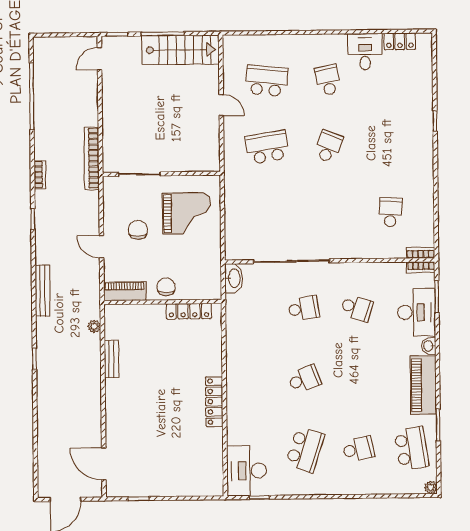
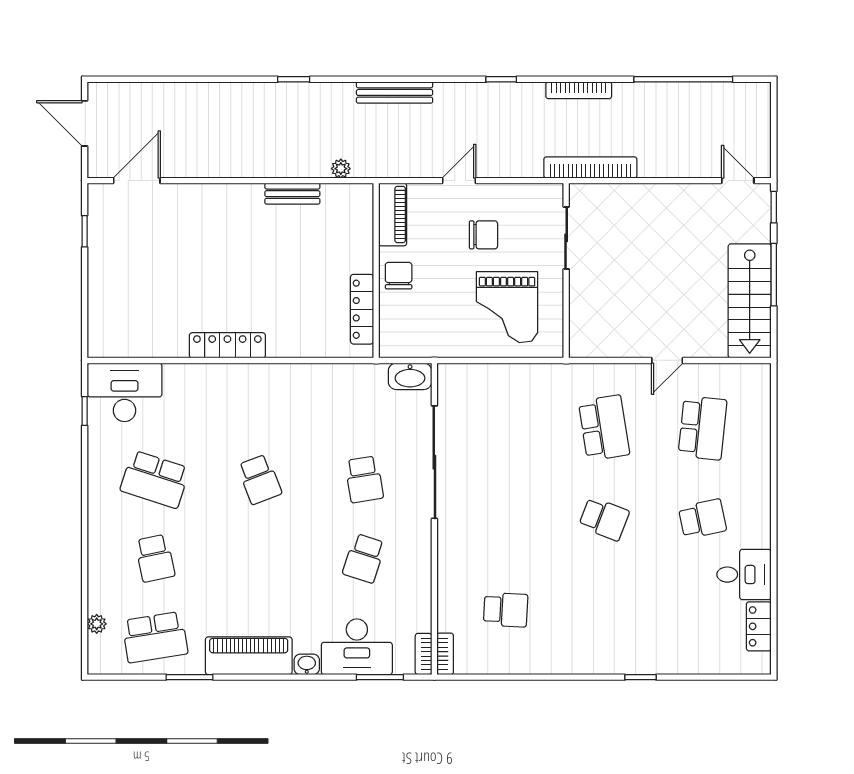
bookcase: (40, 175) -> (579, 90), width x1.56
chair: (166, 287) -> (399, 276), turned -90
plant: (431, 487) -> (97, 624), moved

